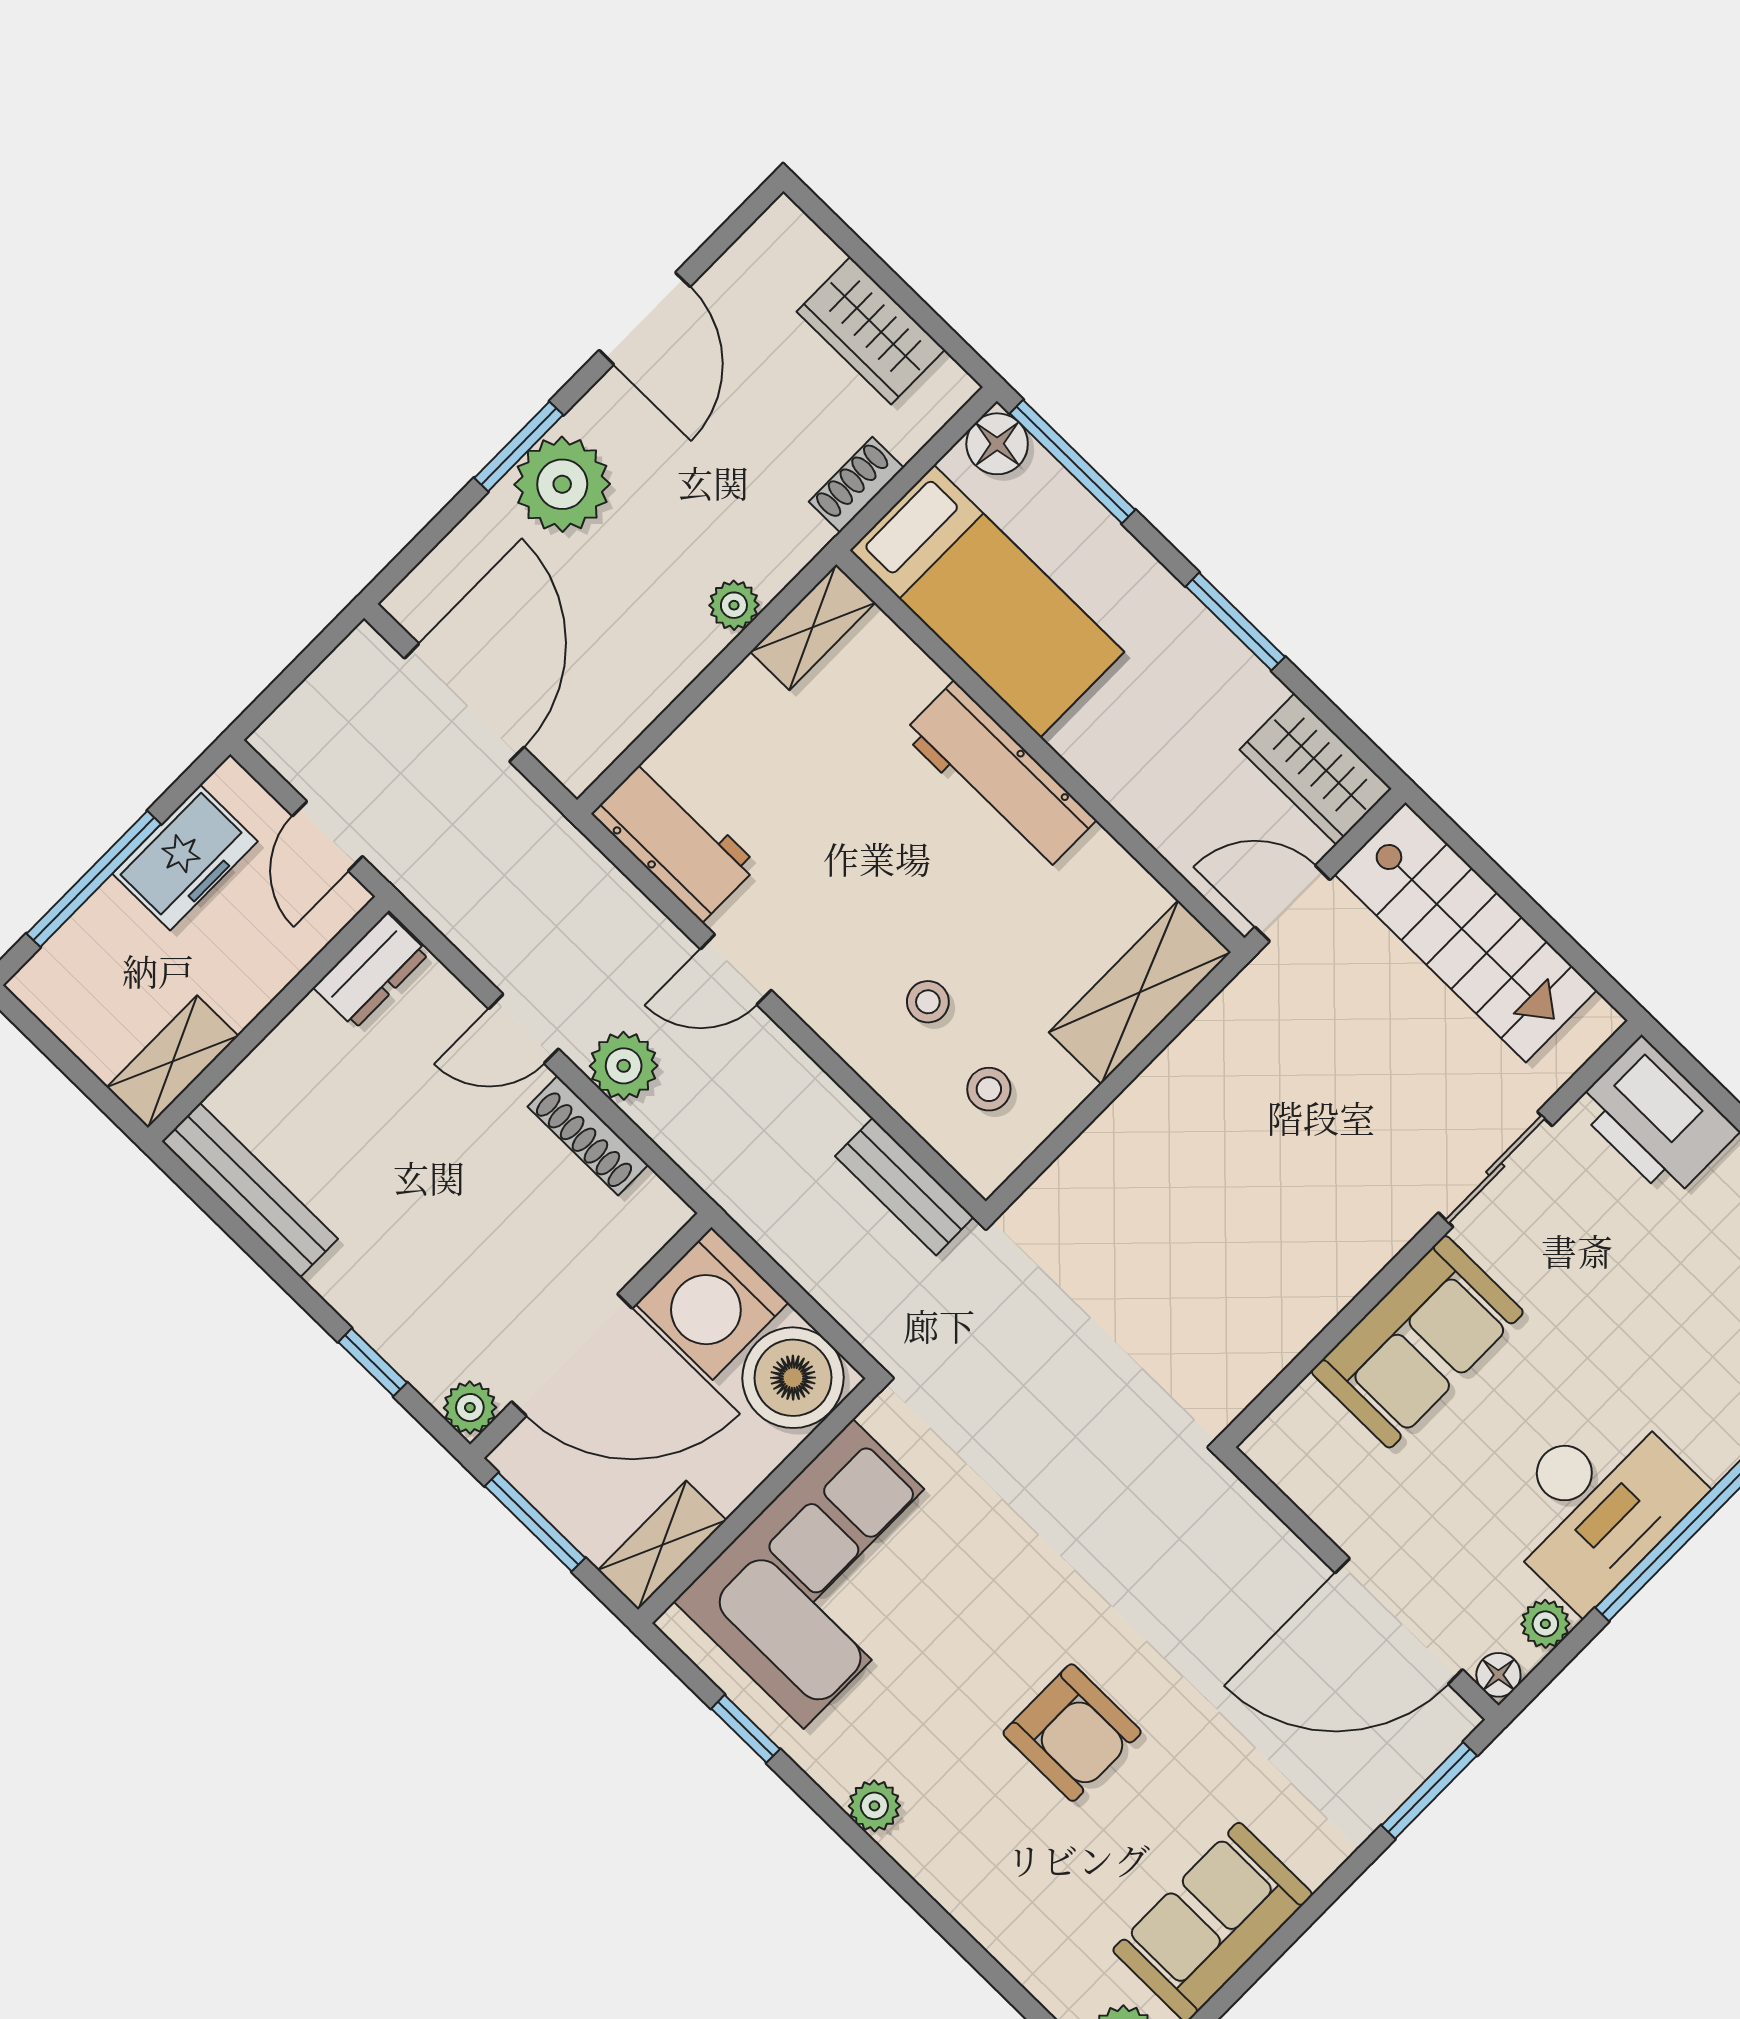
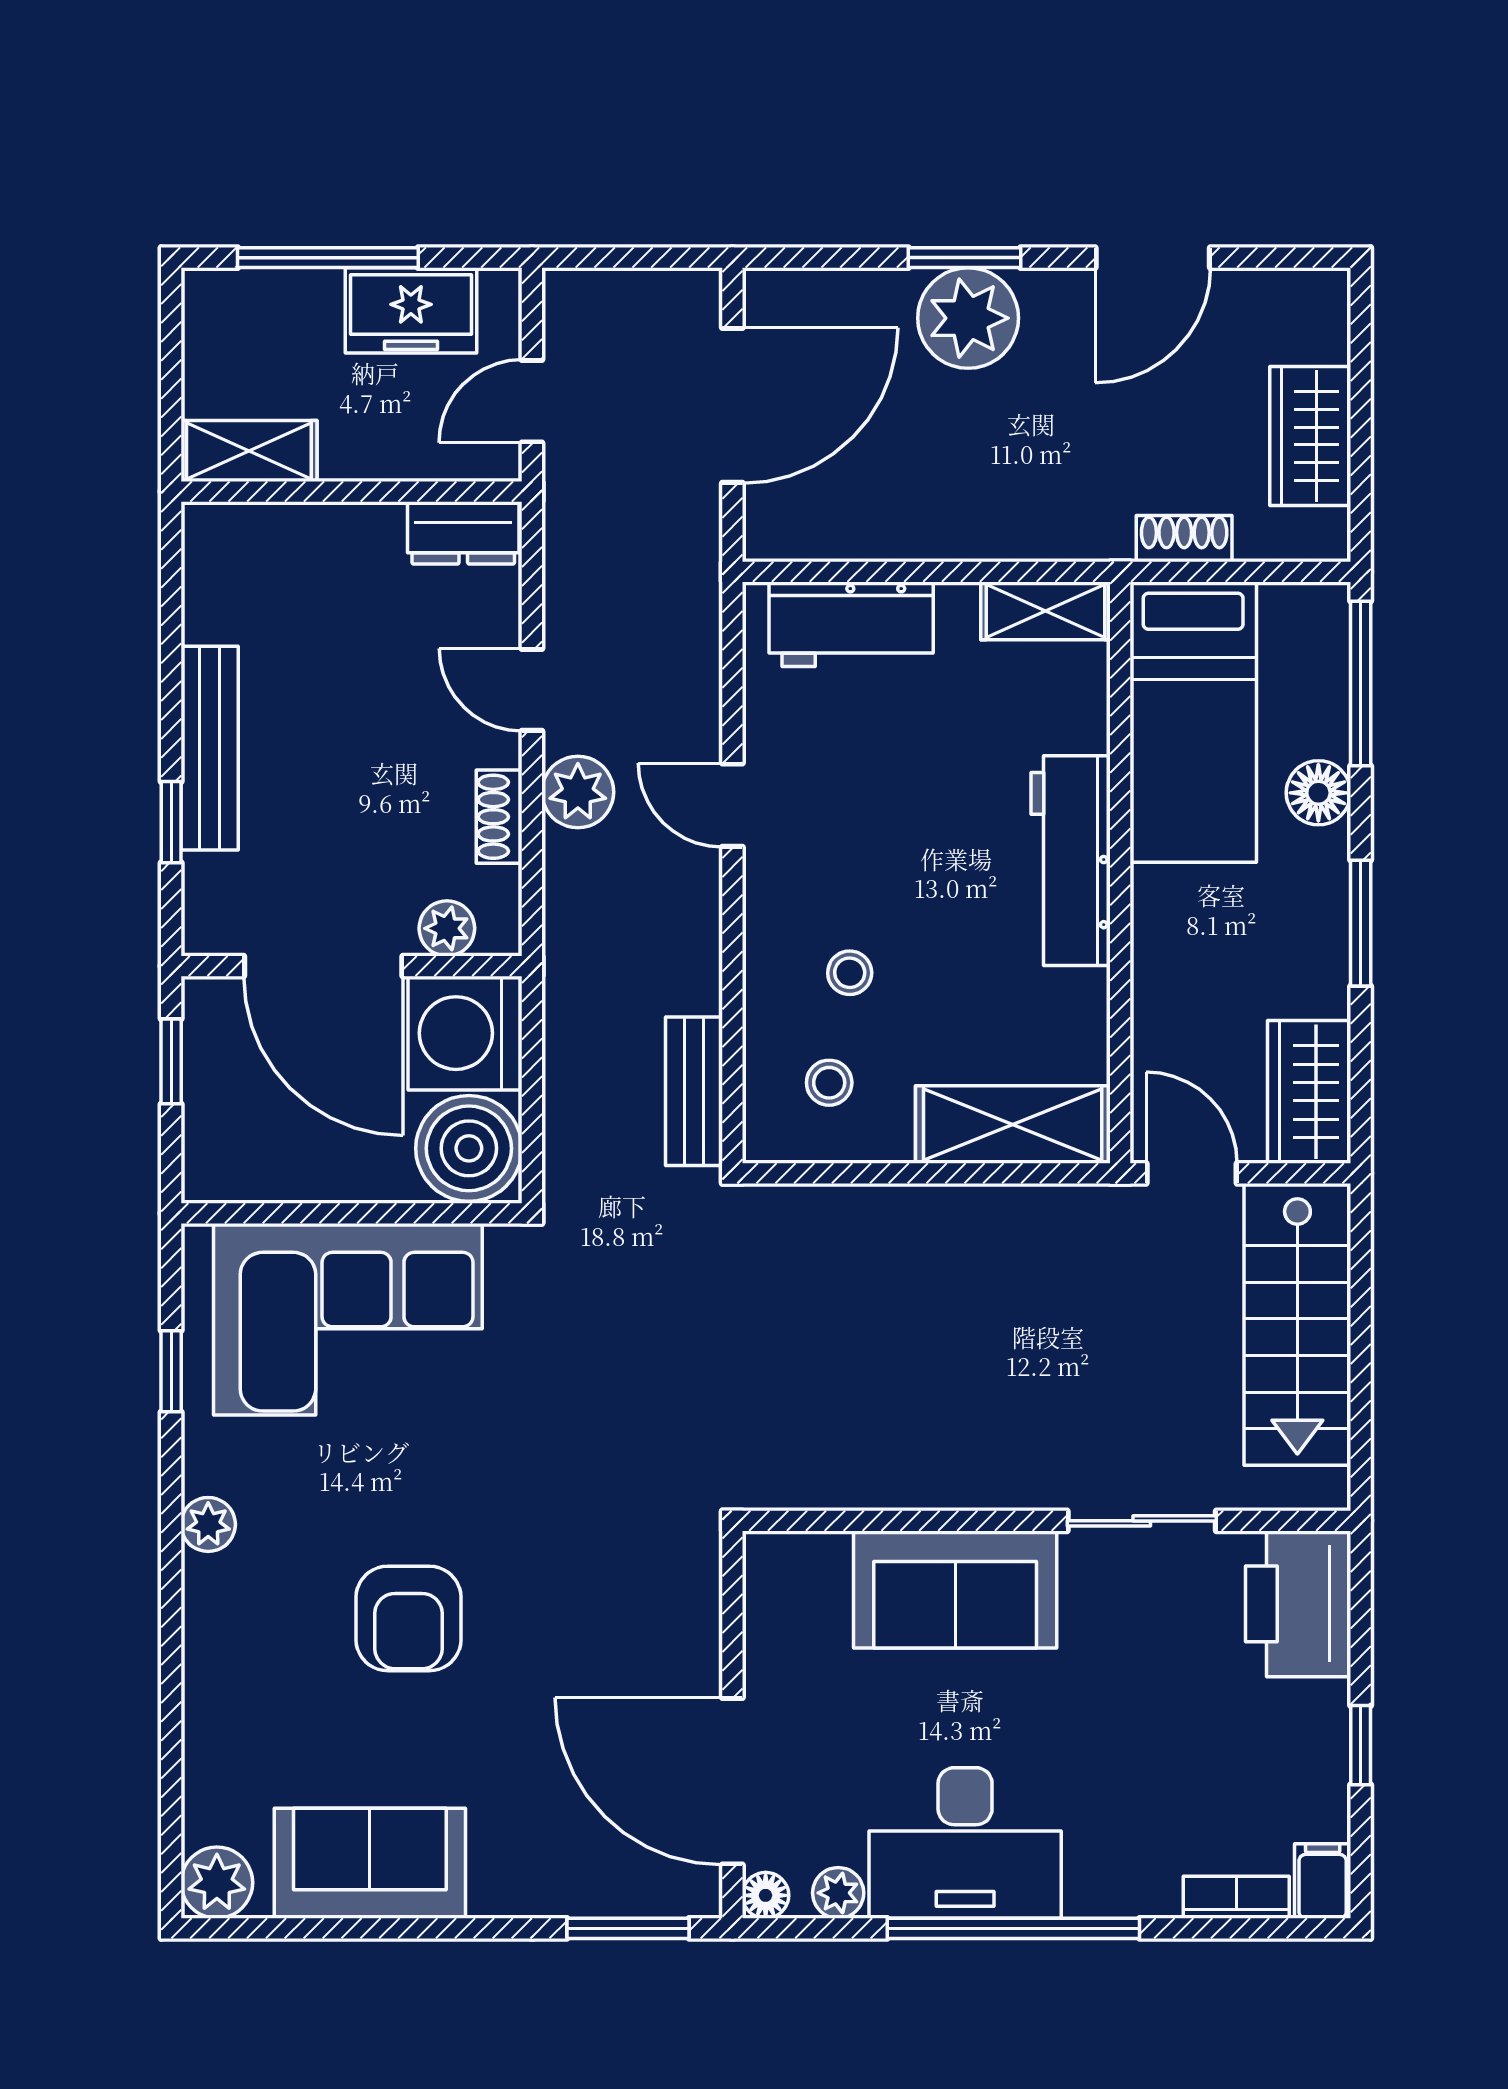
floor lamp: (997, 444) -> (1318, 793), moved
plant: (734, 605) -> (1004, 536), removed
workbench: (675, 840) -> (851, 624), moved, turned 90
shoe rack: (588, 1136) -> (499, 817), width x0.70
bench: (250, 1190) -> (210, 748), moved
plant: (470, 1408) -> (447, 928), moved
window: (535, 1522) -> (171, 1061), width x0.67
shelving: (662, 1545) -> (247, 1174), removed

